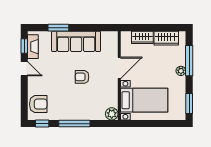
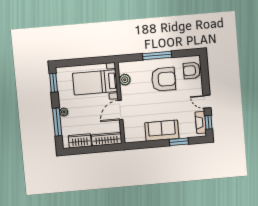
wardrobe: (142, 37) -> (107, 139), width x1.50
sofa: (76, 41) -> (162, 131), width x0.73
armchair: (82, 77) -> (163, 79), moved, width x1.88, depth x1.88
plant: (112, 114) -> (125, 80), moved
window: (42, 124) -> (187, 53), removed

